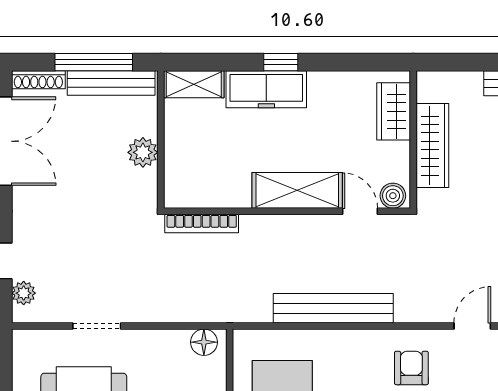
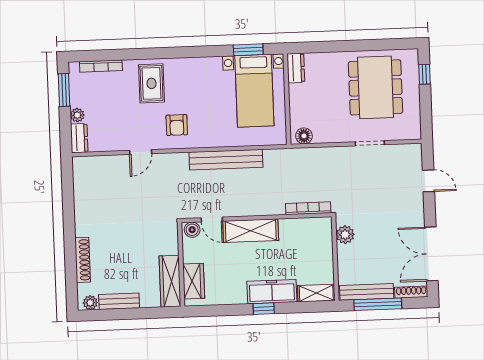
wardrobe: (432, 146) -> (170, 281), moved
plant: (143, 152) -> (345, 235), moved
plant: (24, 293) -> (415, 162), removed

